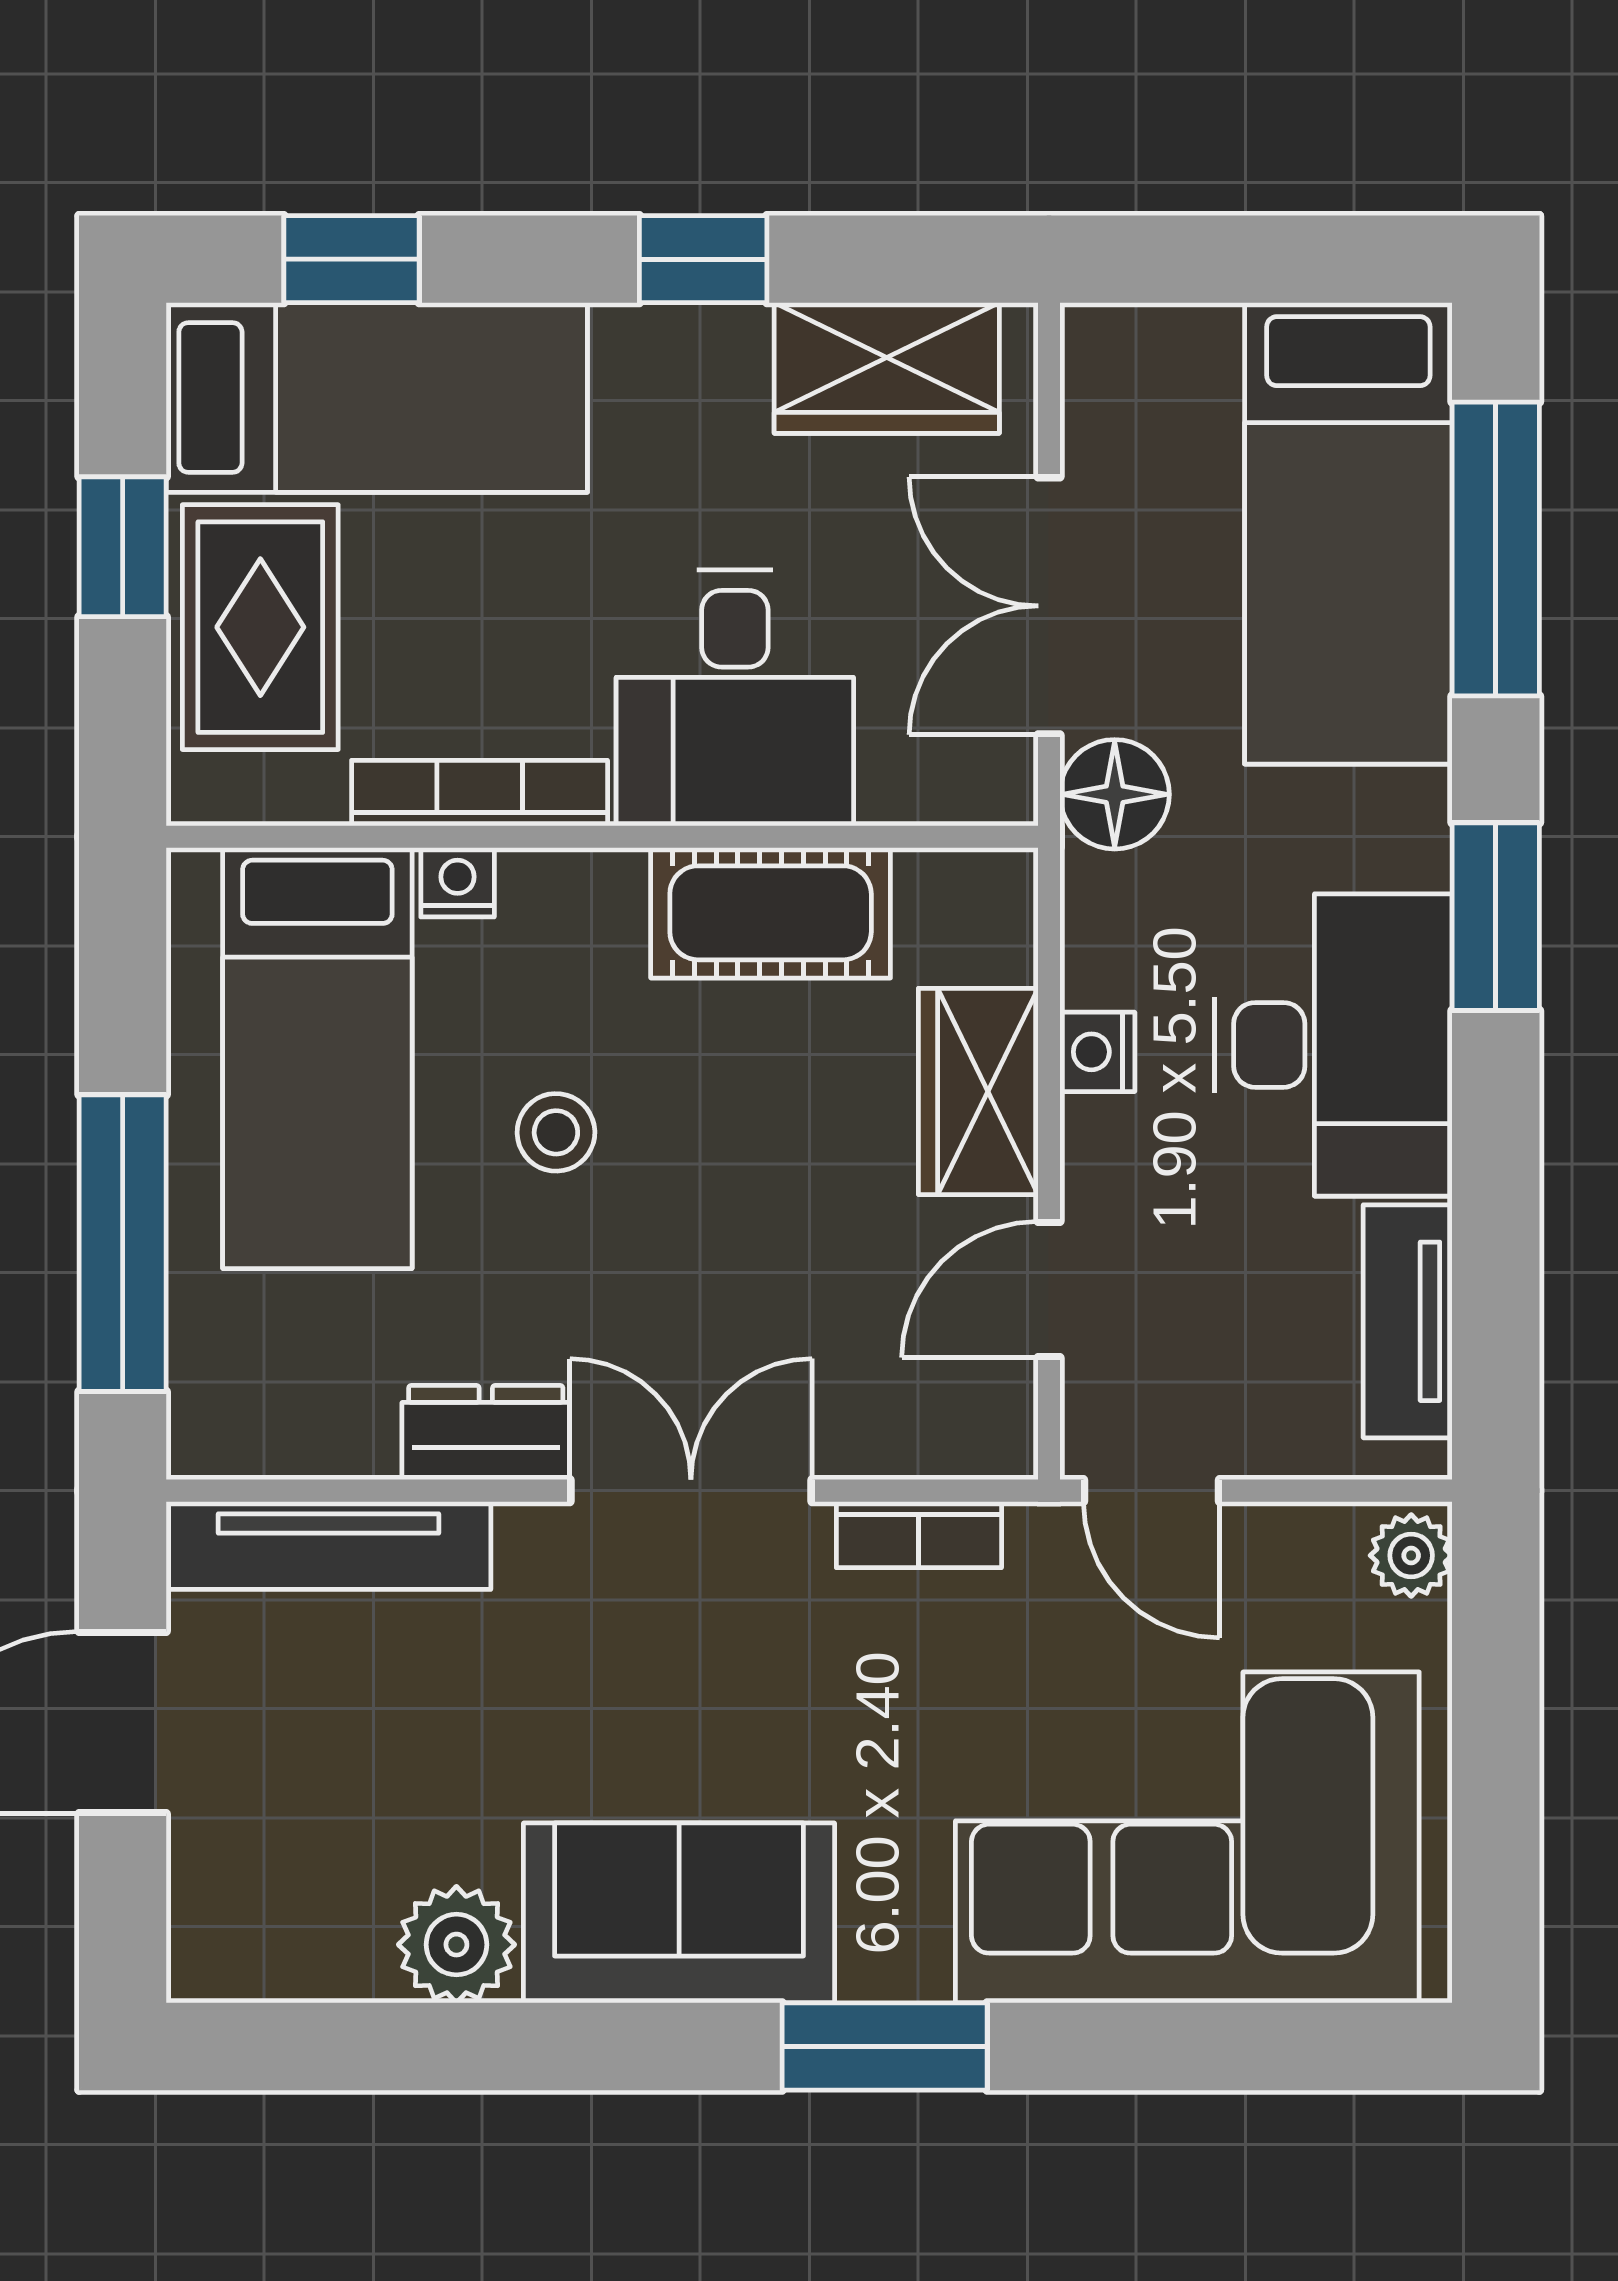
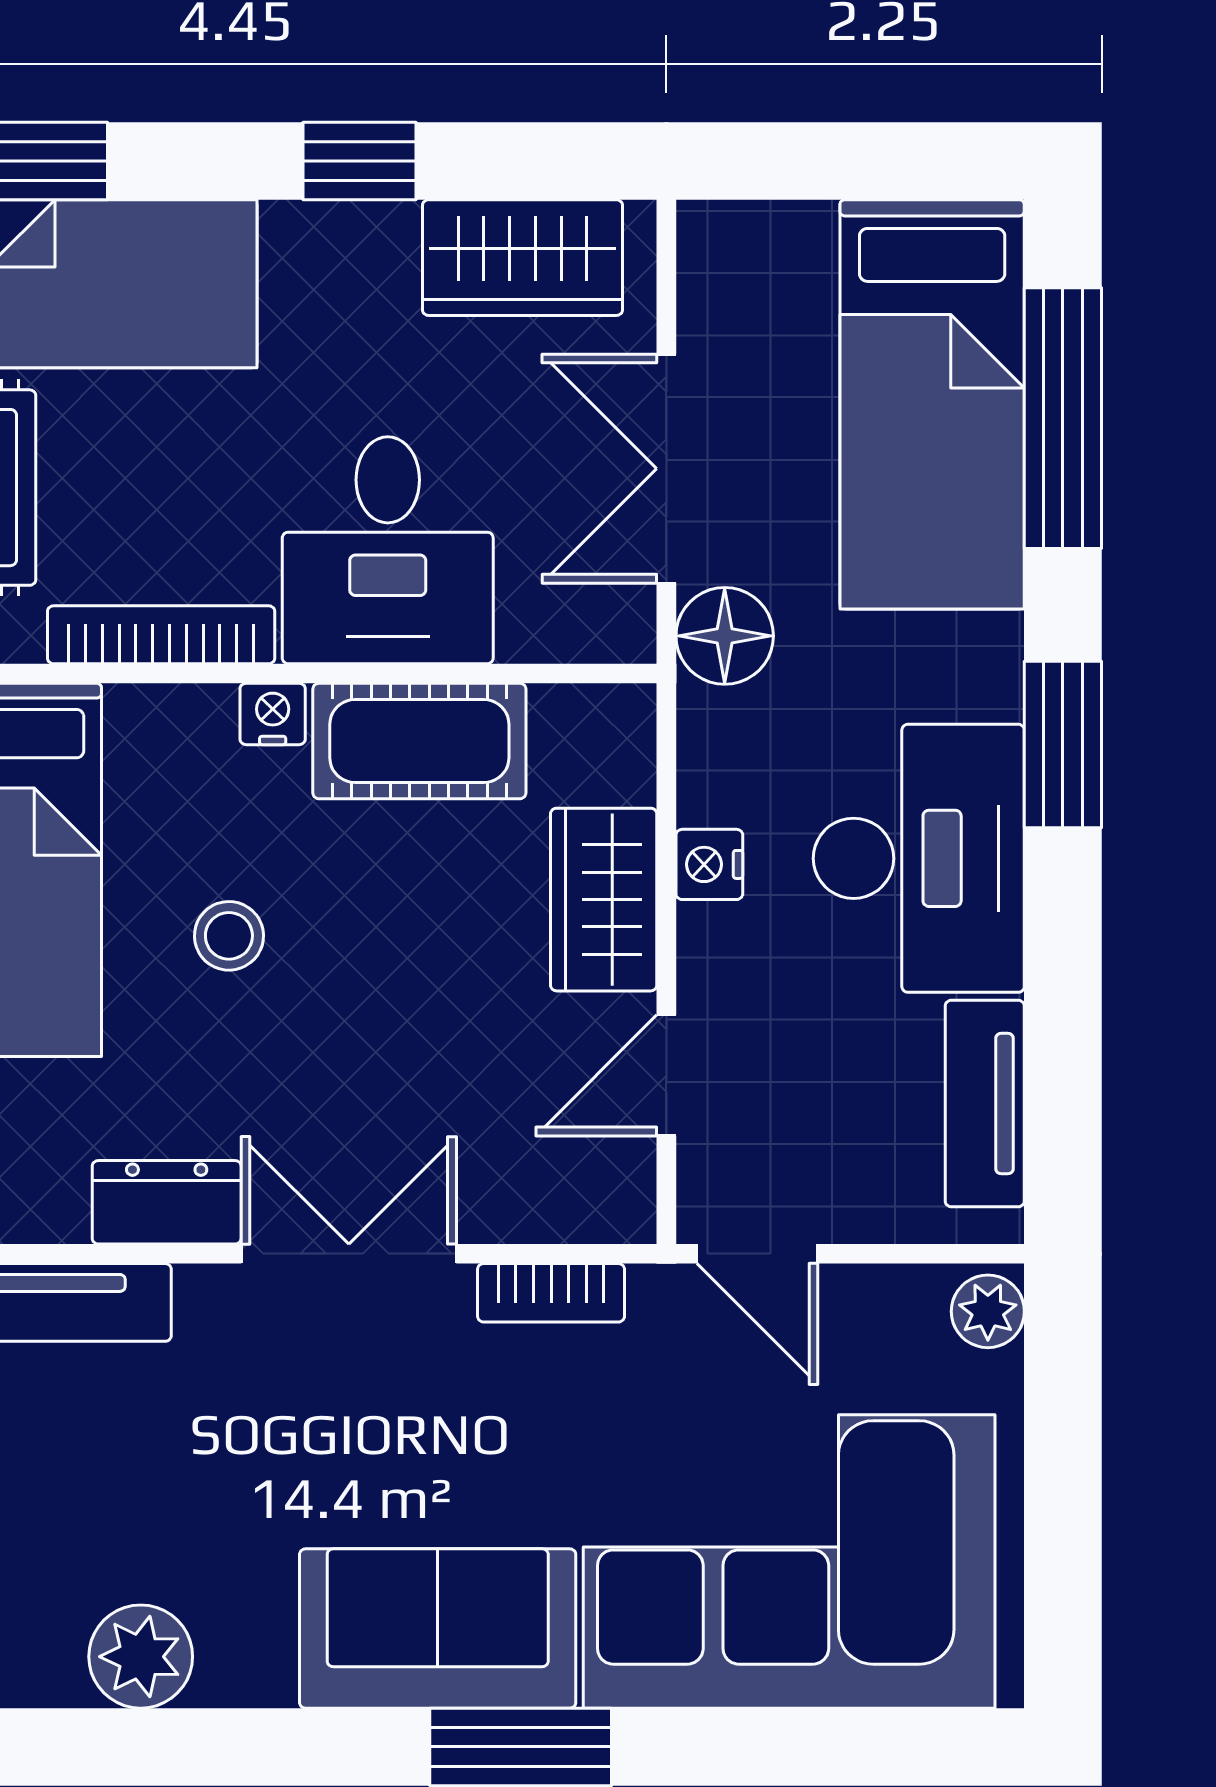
nightstand: (458, 882) -> (273, 714), moved
sofa: (679, 1913) -> (438, 1628), moved

